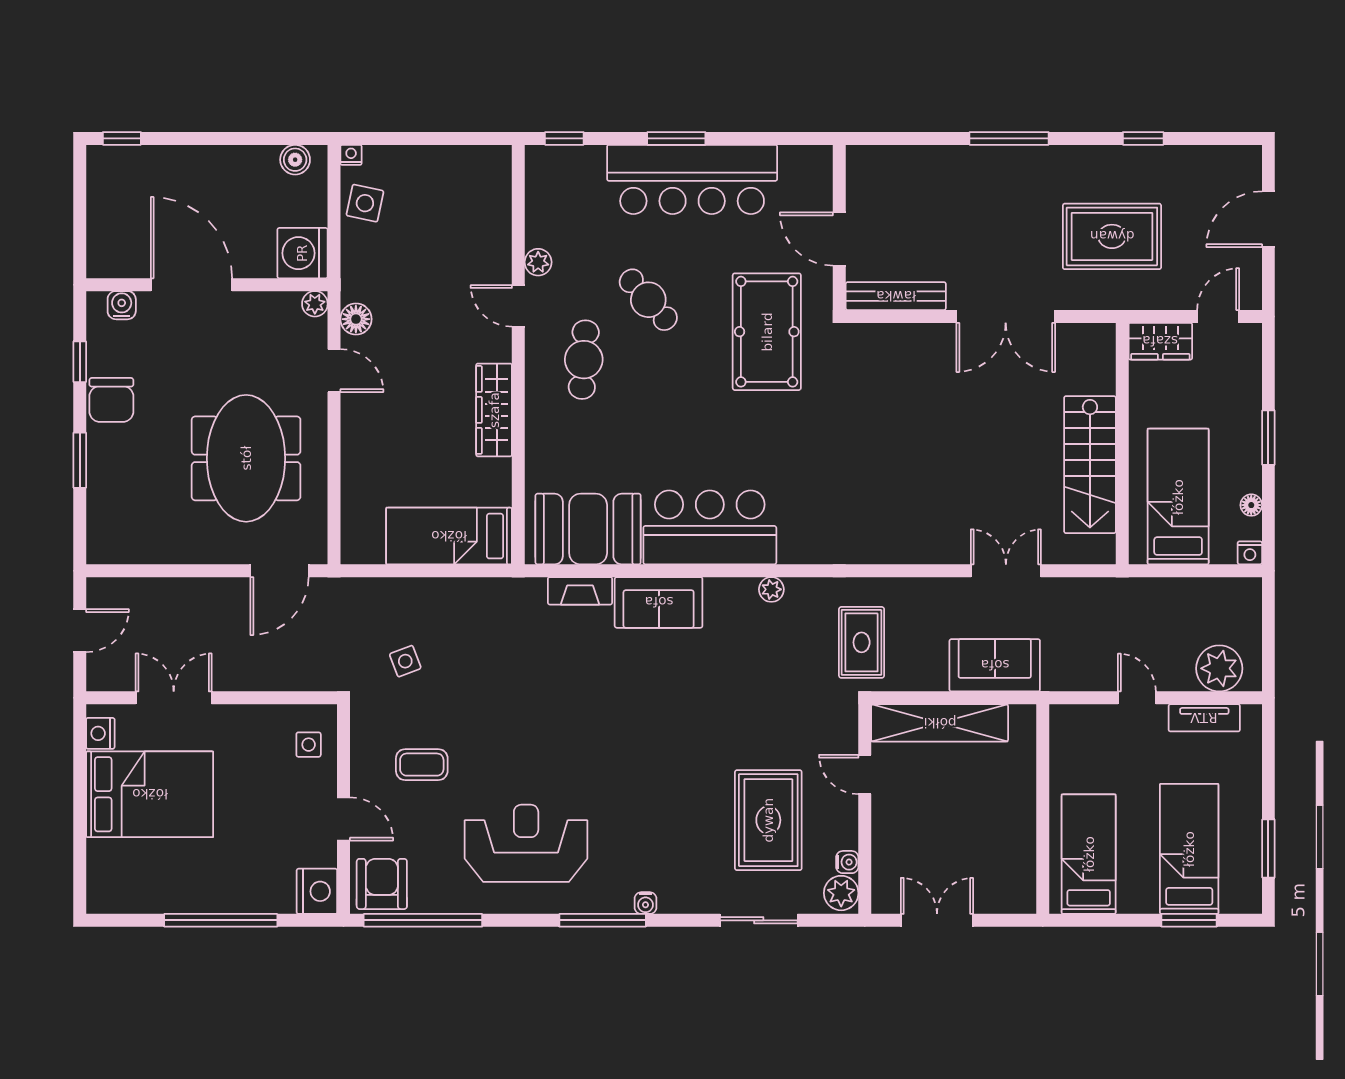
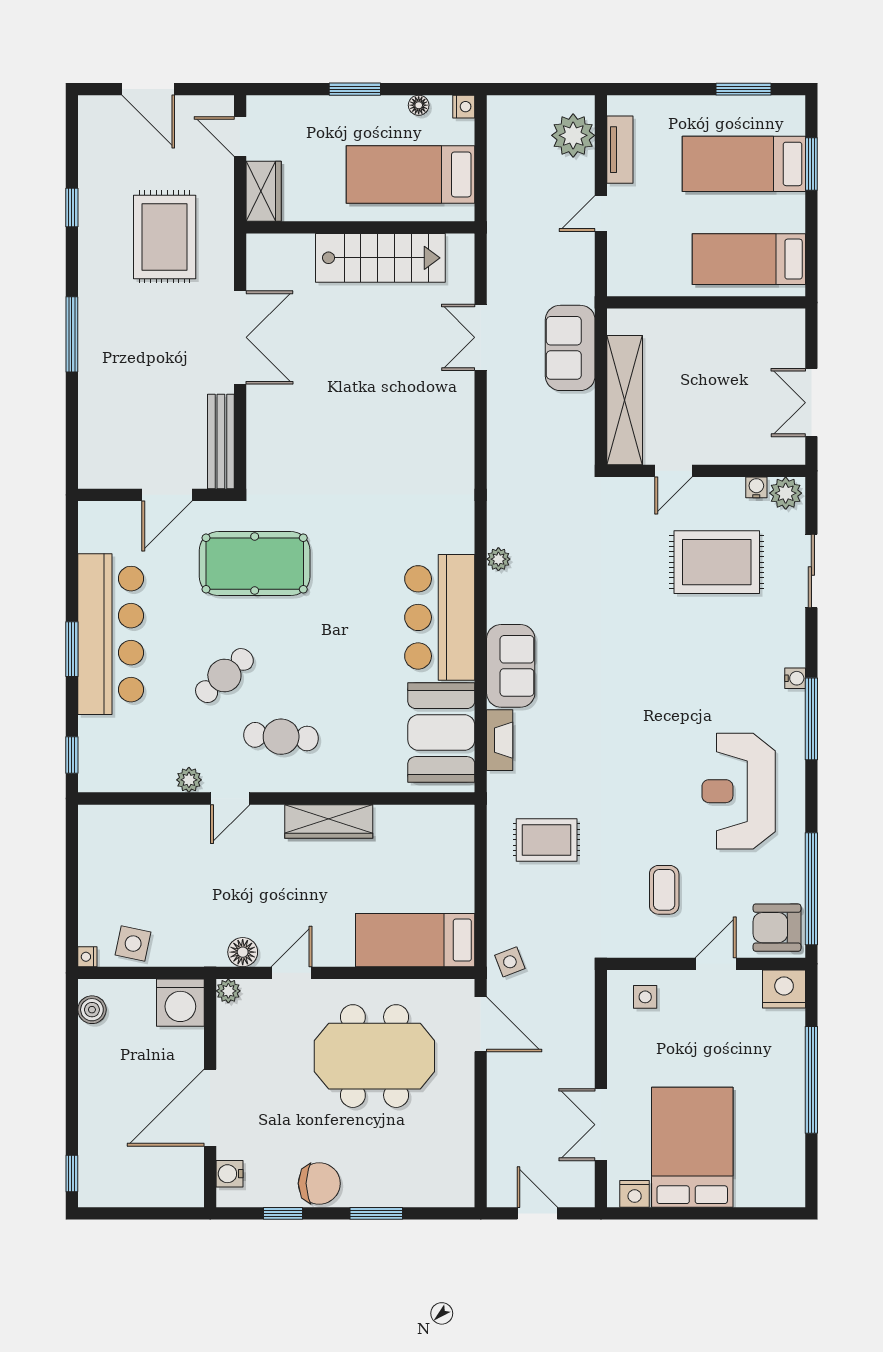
bed: (449, 536) -> (415, 940), moved, turned 90
rug: (862, 642) -> (547, 840), moved
side table: (405, 661) -> (510, 962), moved

